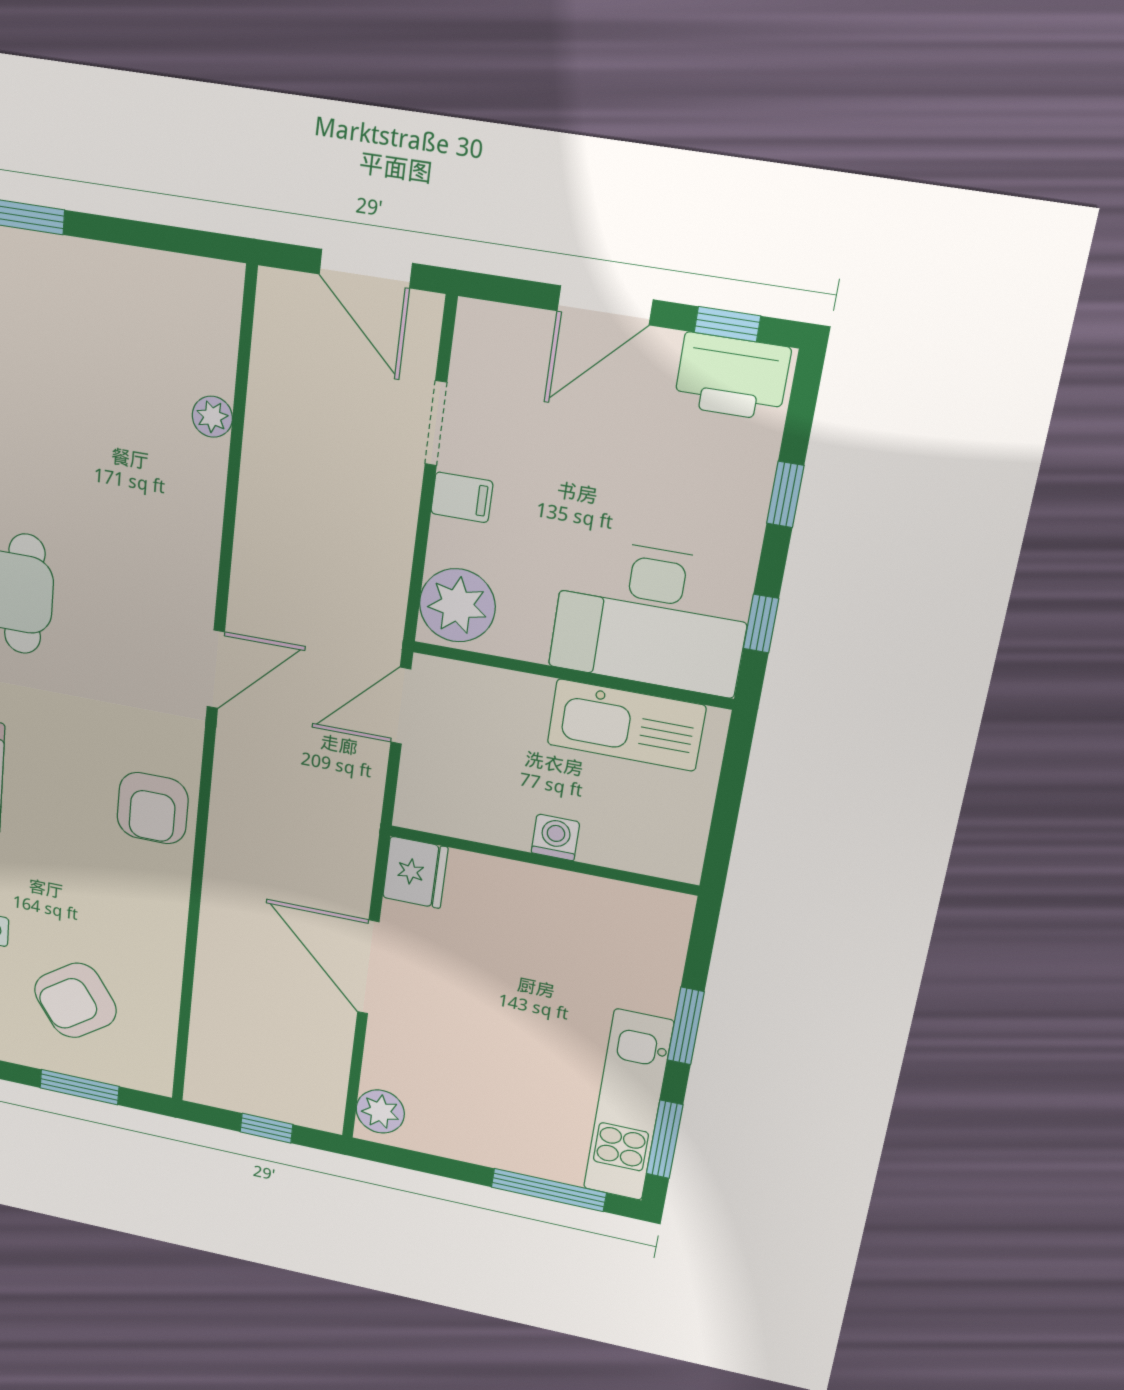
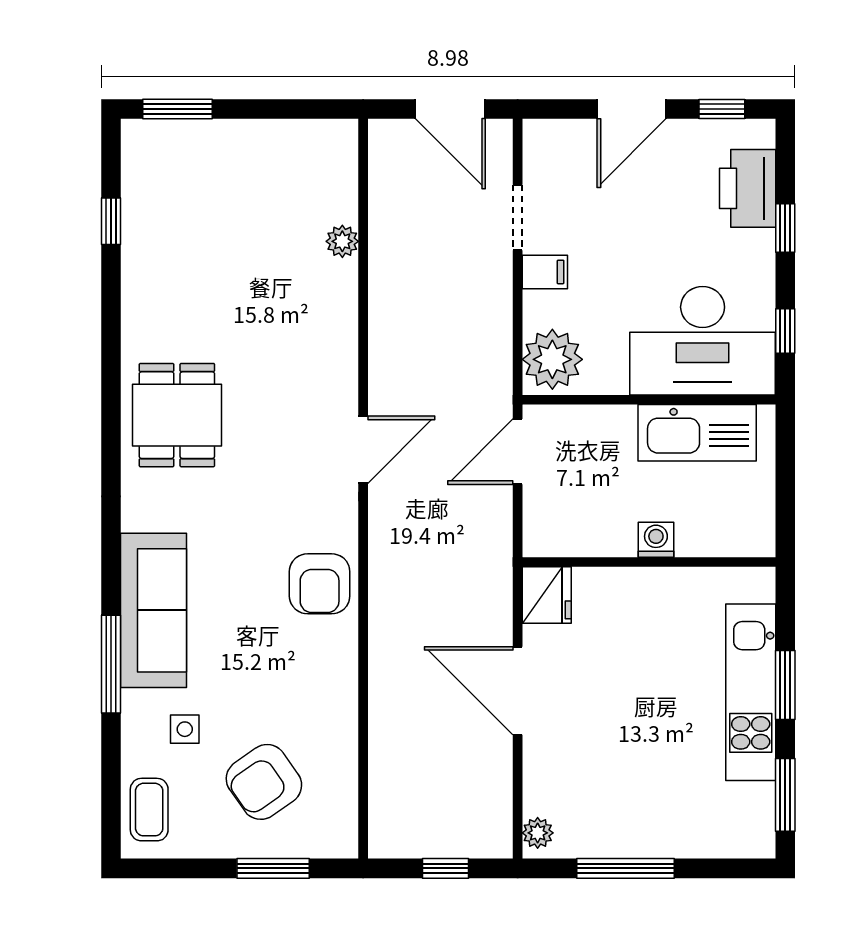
printer: (732, 377) -> (748, 188), moved, turned 90
kitchen unit: (628, 1106) -> (751, 692), moved
plant: (380, 1112) -> (538, 833), width x0.73, depth x0.73
window: (549, 1190) -> (625, 868), moved

